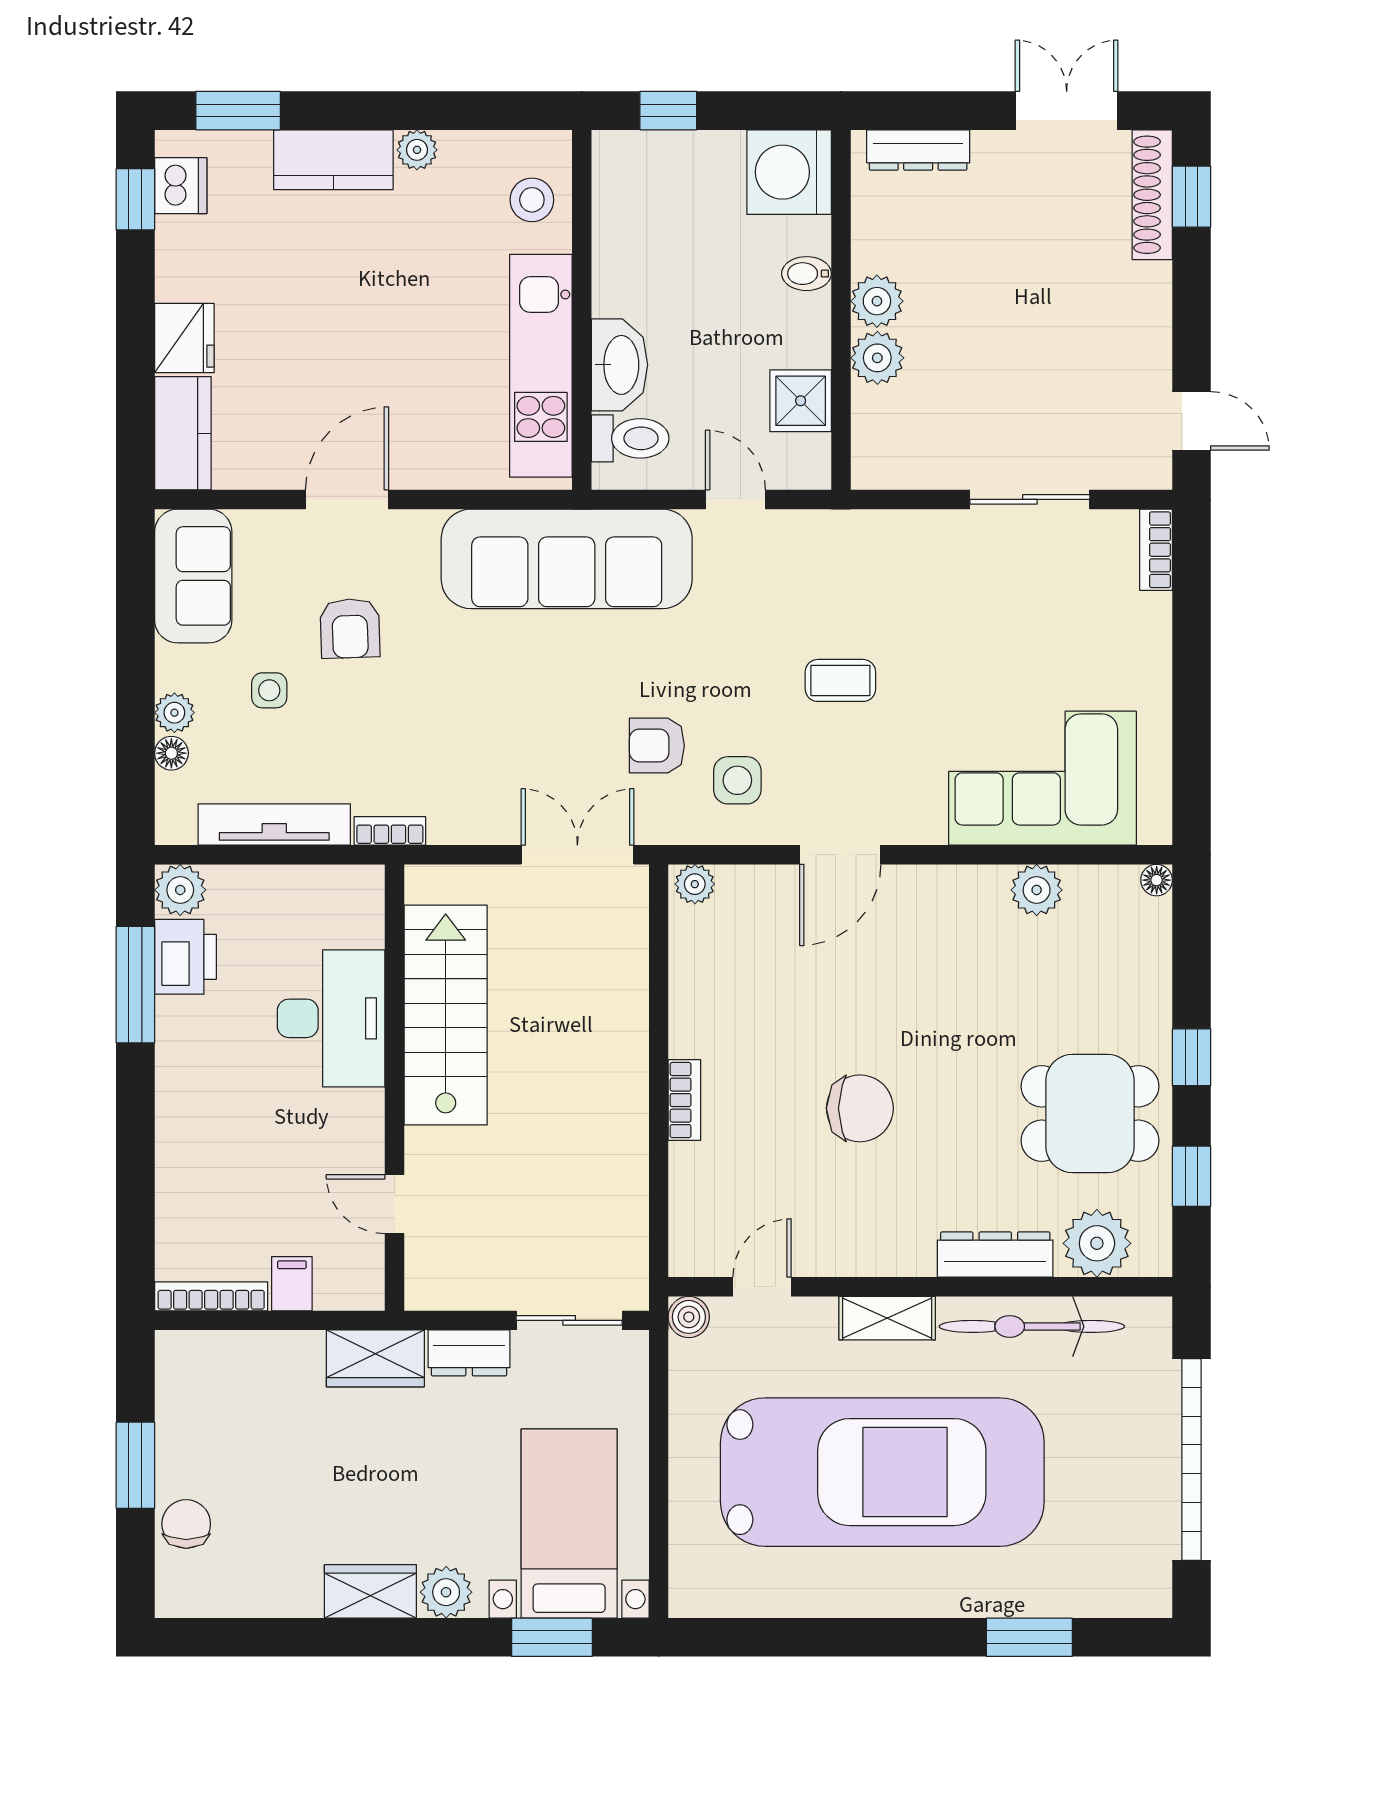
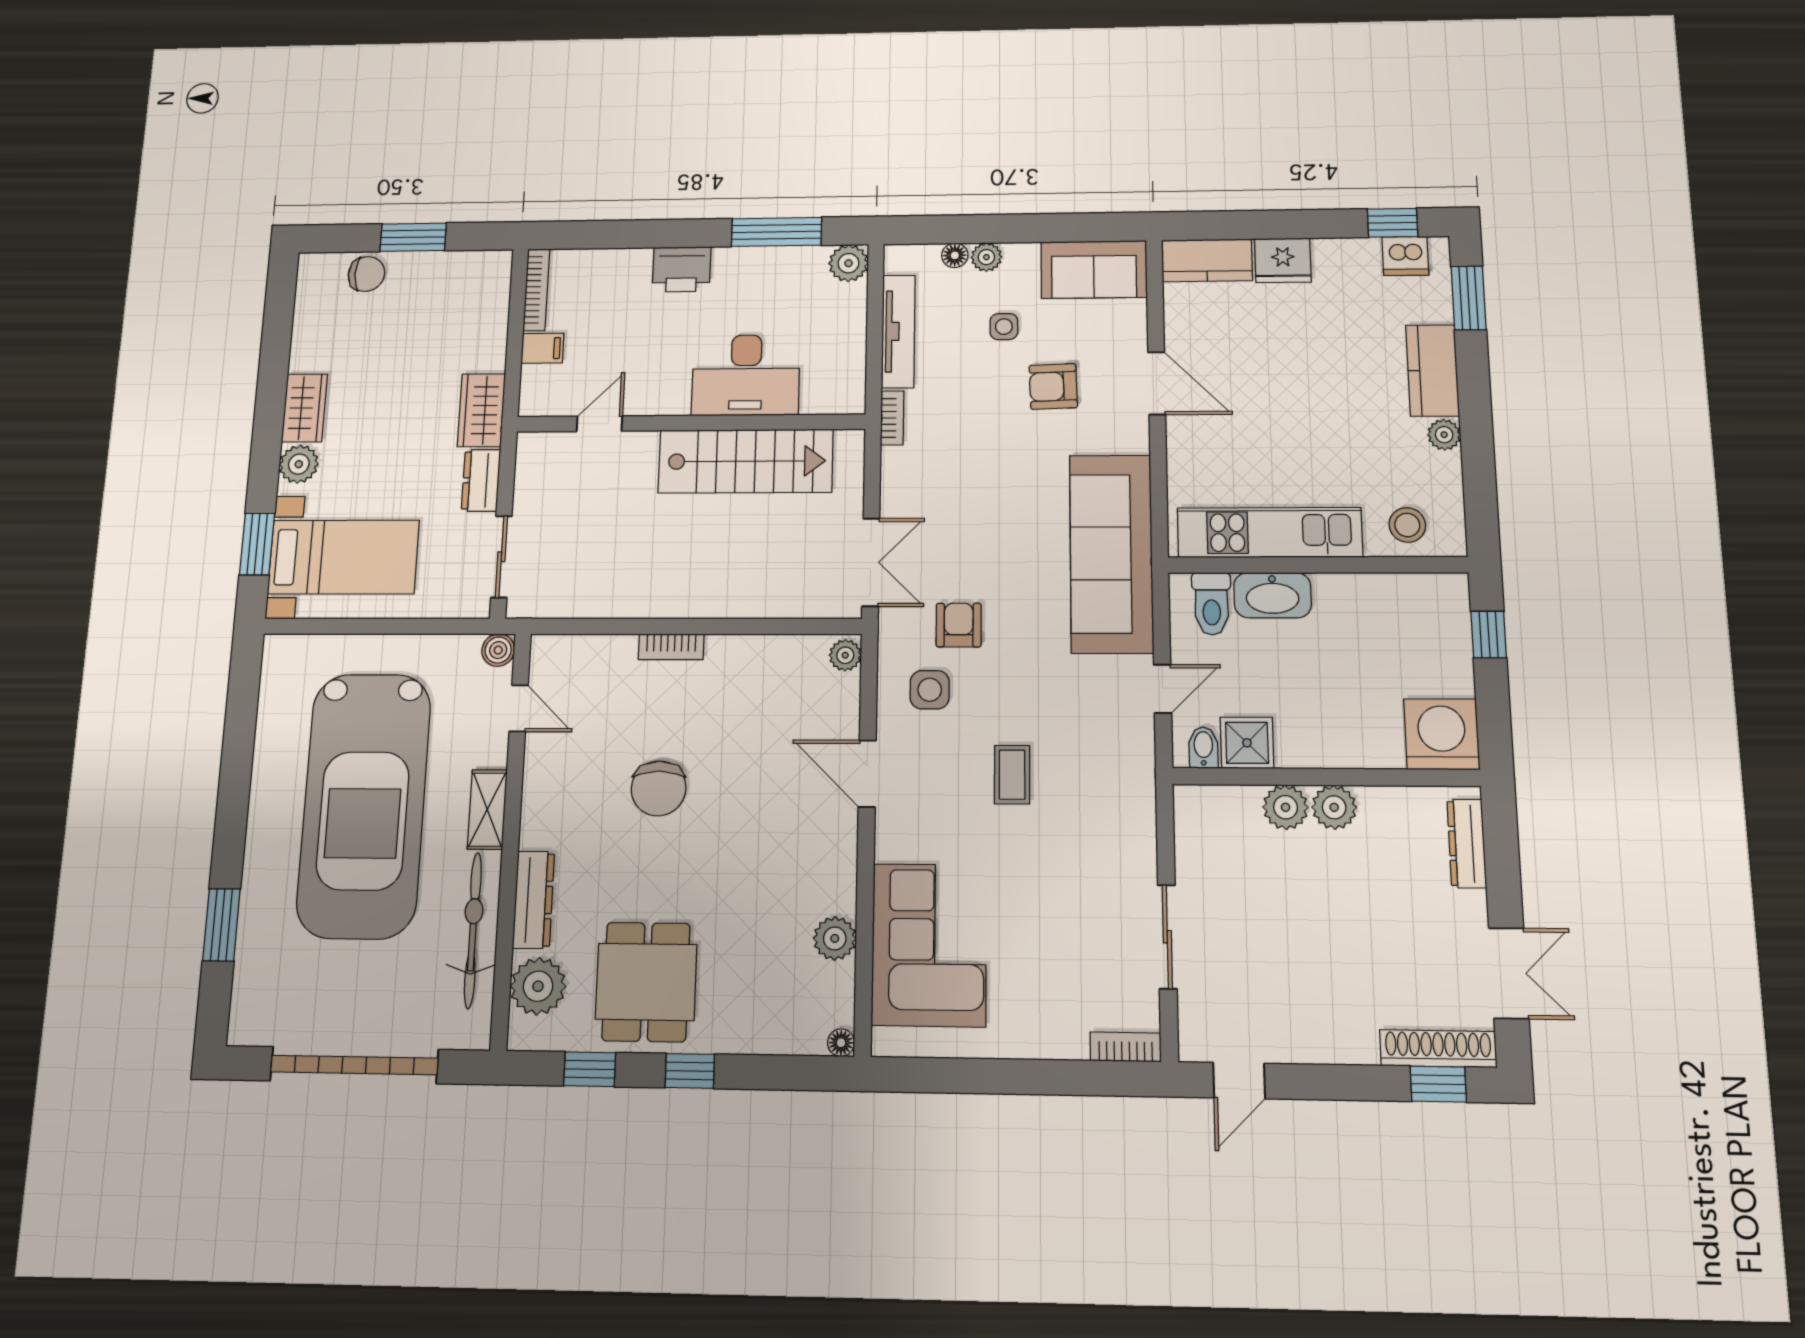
bidet: (807, 274) -> (1203, 748), moved
printer: (185, 957) -> (682, 269), moved

